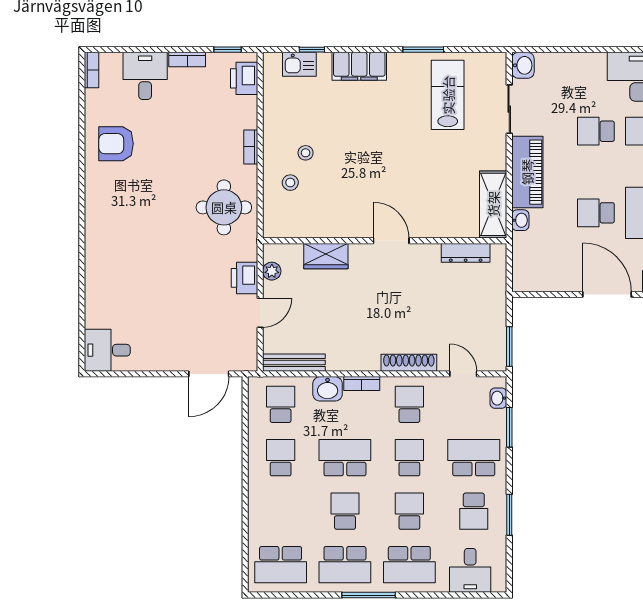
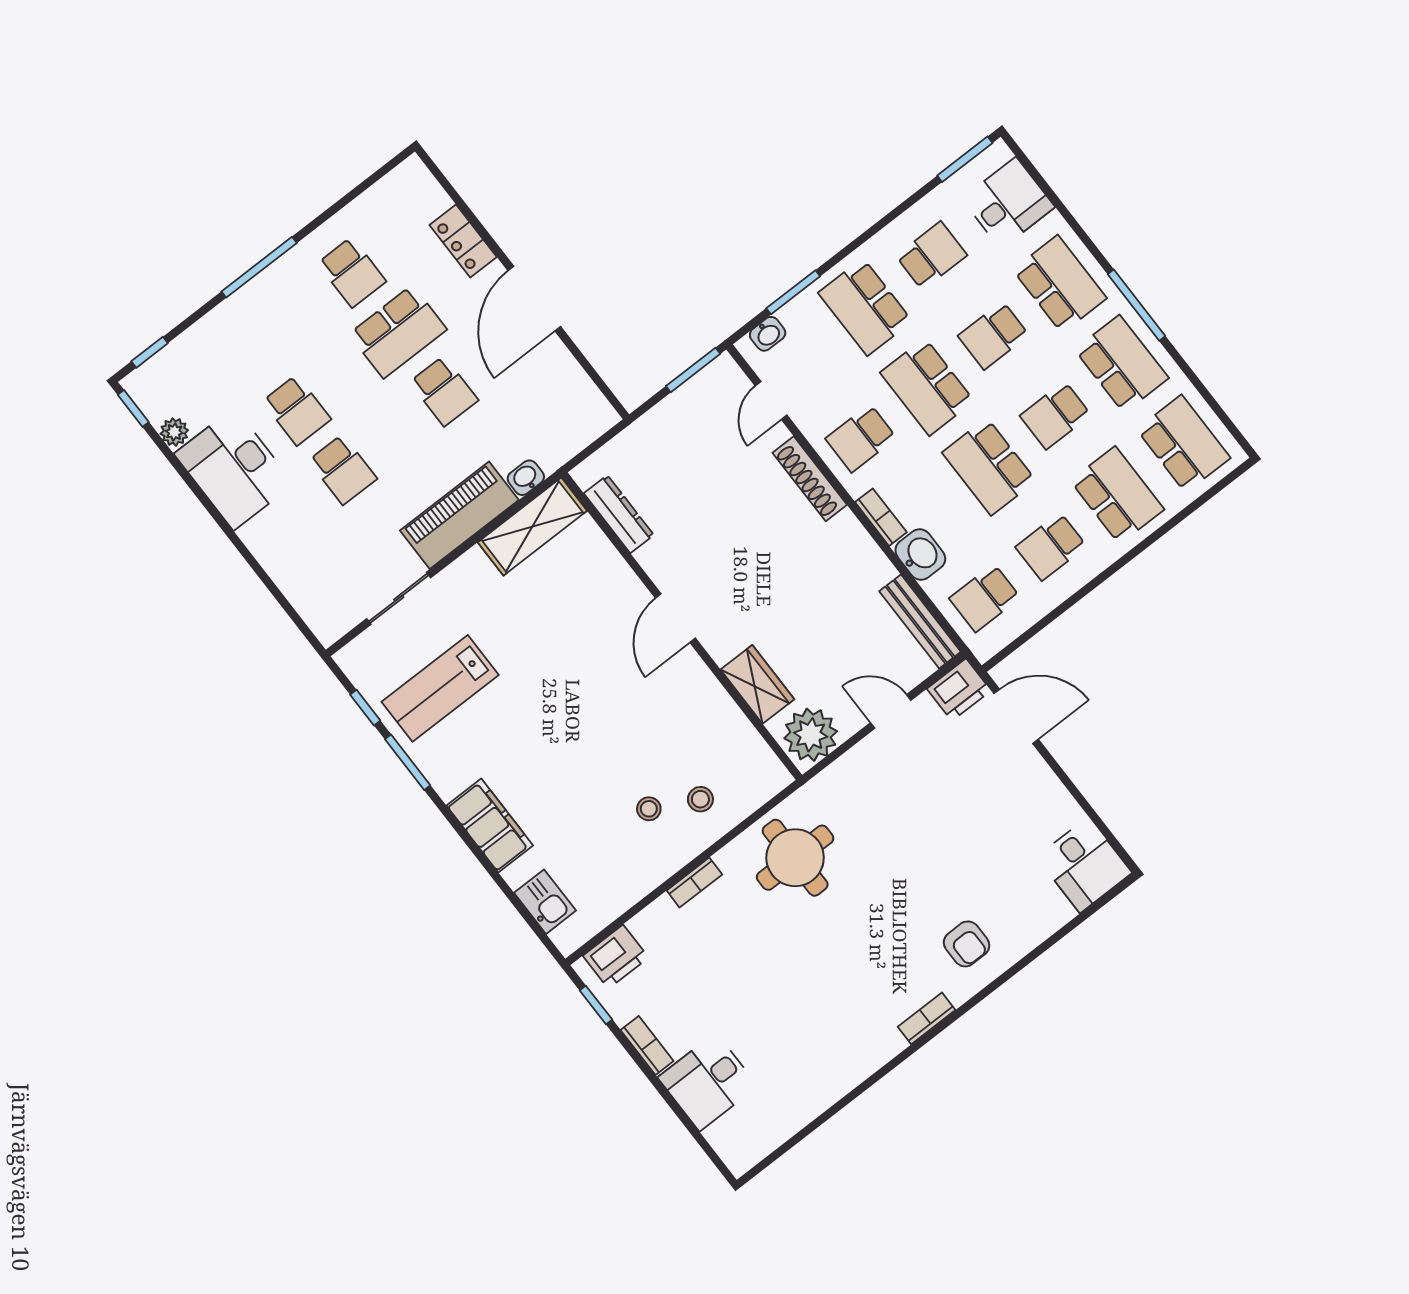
window: (312, 50) -> (365, 708), moved
washbasin: (523, 65) -> (331, 623), removed
bookcase: (92, 70) -> (927, 1018), moved
armchair: (116, 144) -> (967, 944), moved, width x0.72, depth x0.72
plant: (272, 271) -> (811, 735), width x1.87, depth x1.87
printer: (244, 278) -> (959, 690), moved
school desk: (409, 458) -> (927, 387), width x1.85
school desk: (281, 511) -> (1117, 495), added
window: (509, 515) -> (965, 159), moved

